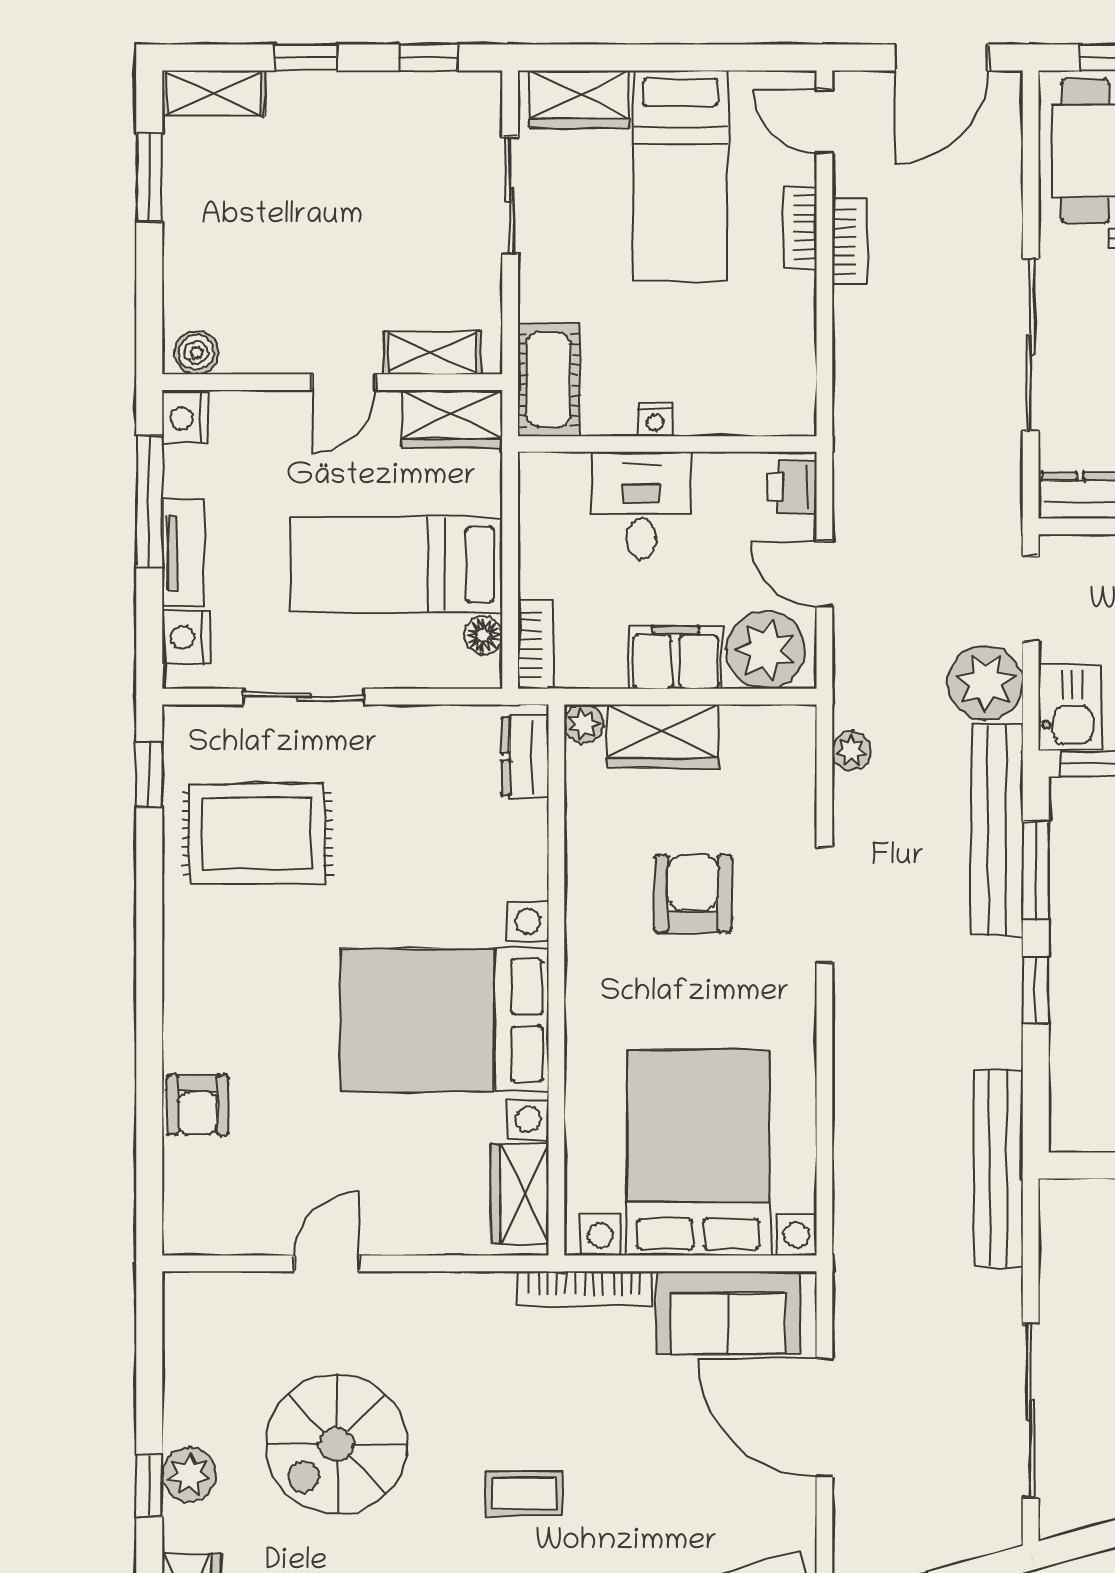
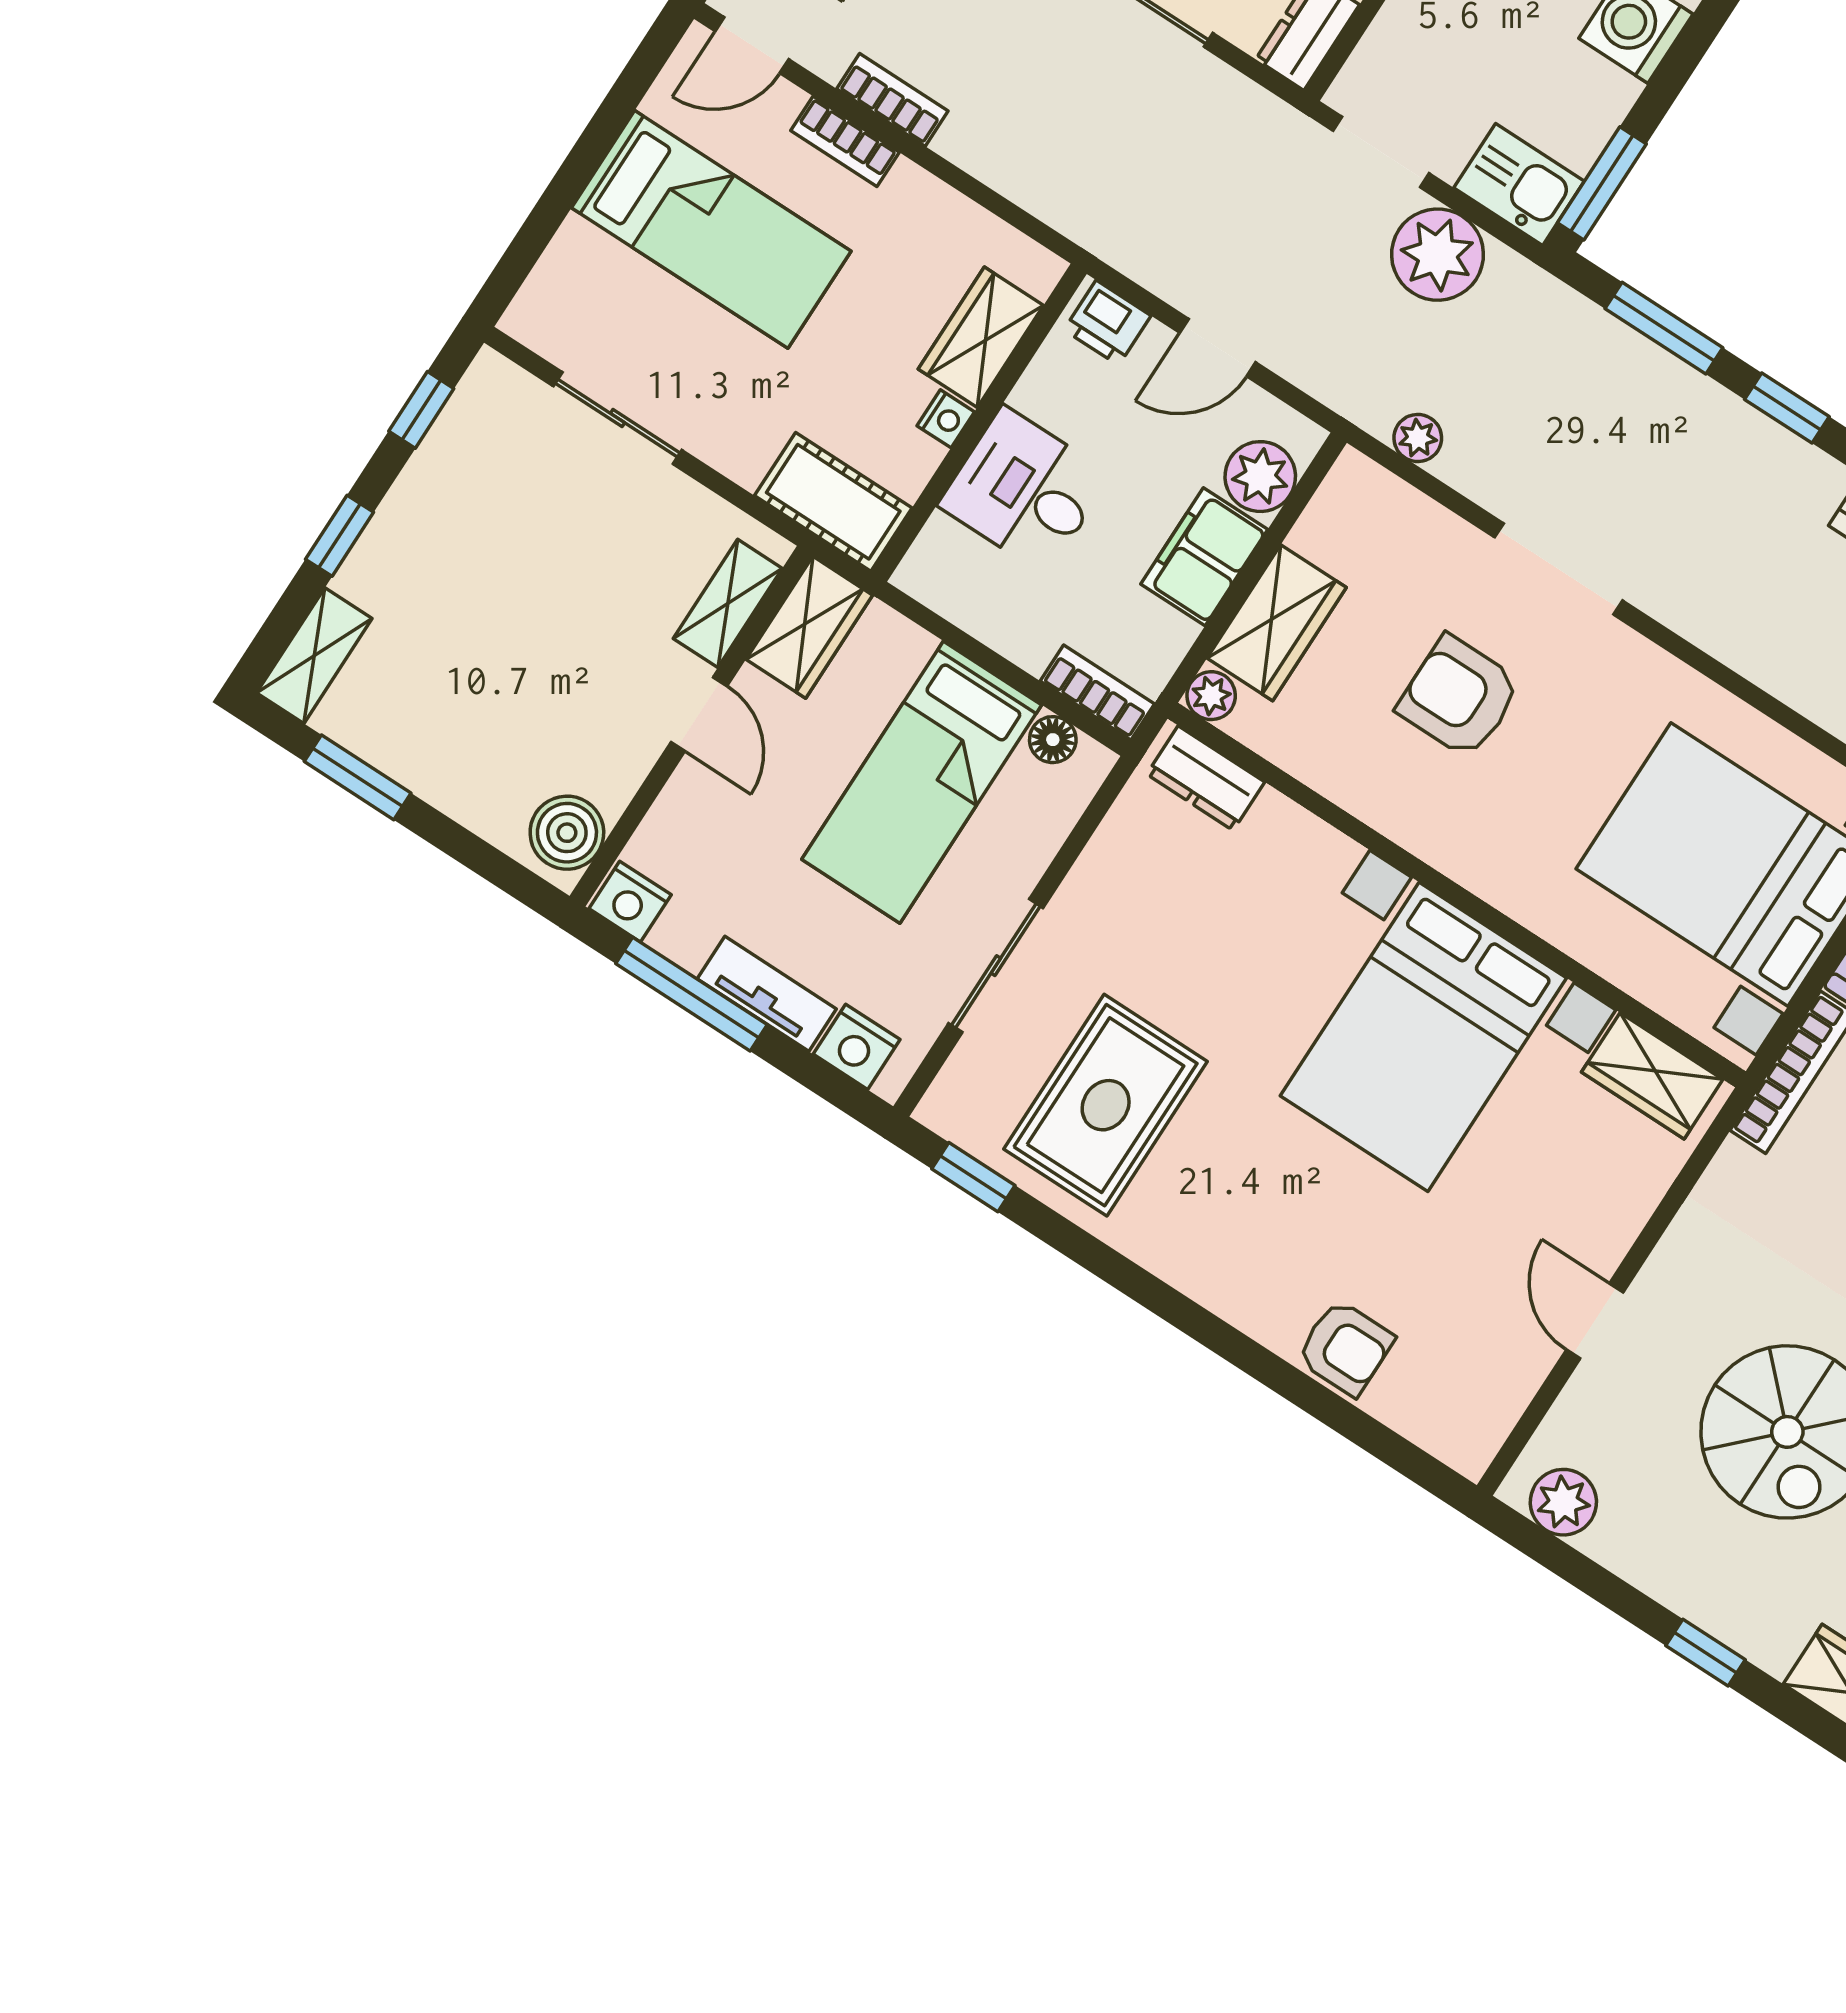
wardrobe: (579, 99) -> (981, 337), moved, turned 180
boiler: (196, 352) -> (567, 833), width x1.36, depth x1.36
plant: (766, 650) -> (1260, 477), width x0.73, depth x0.73
bench: (997, 830) -> (1596, 342), removed
plant: (189, 1475) -> (1563, 1502), moved

